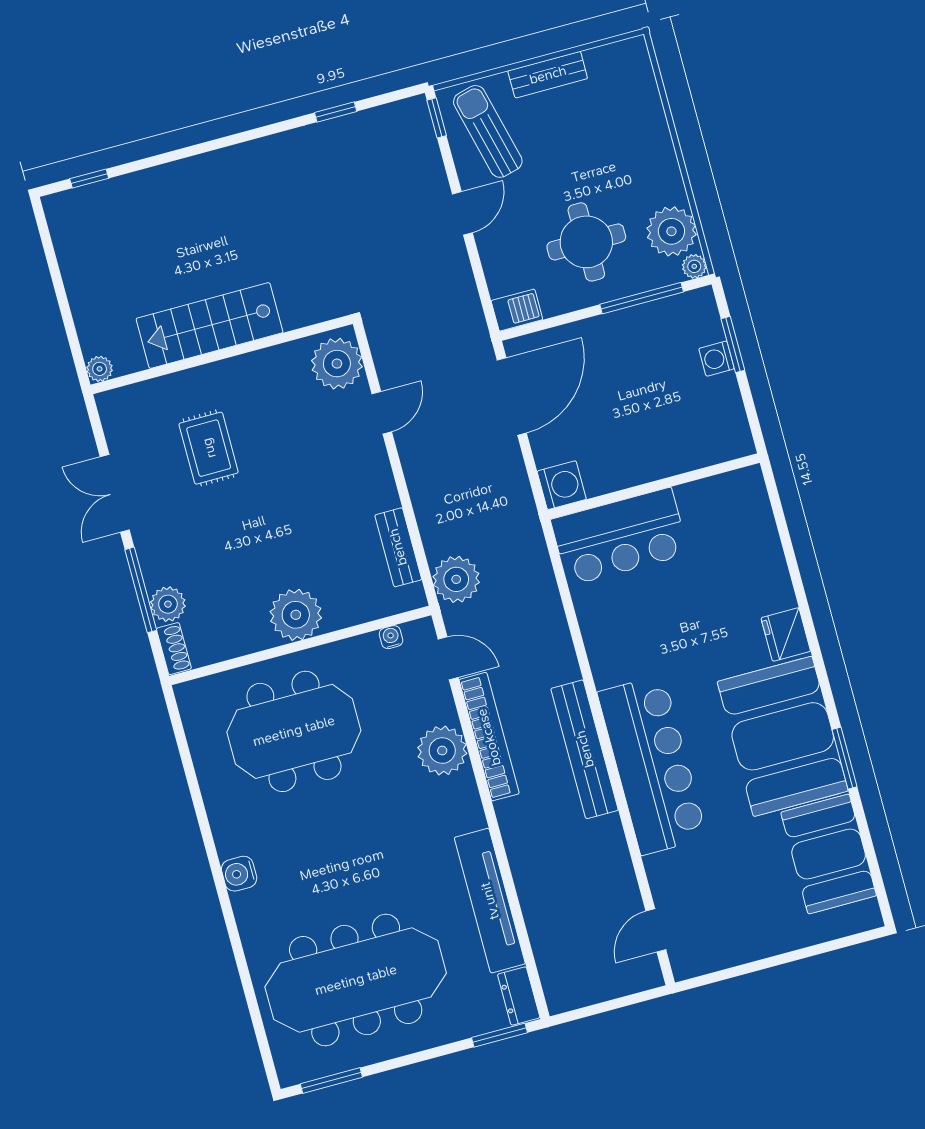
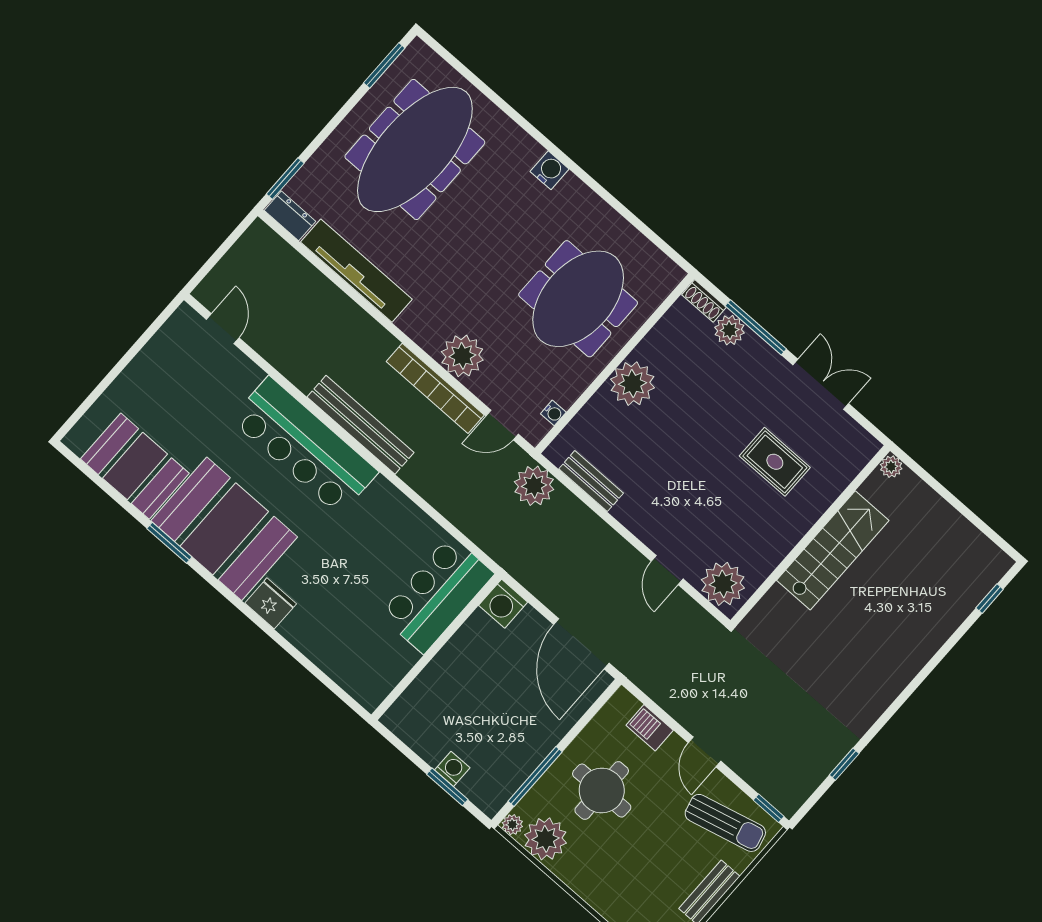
barbecue: (517, 310) -> (650, 728), moved, turned 90

